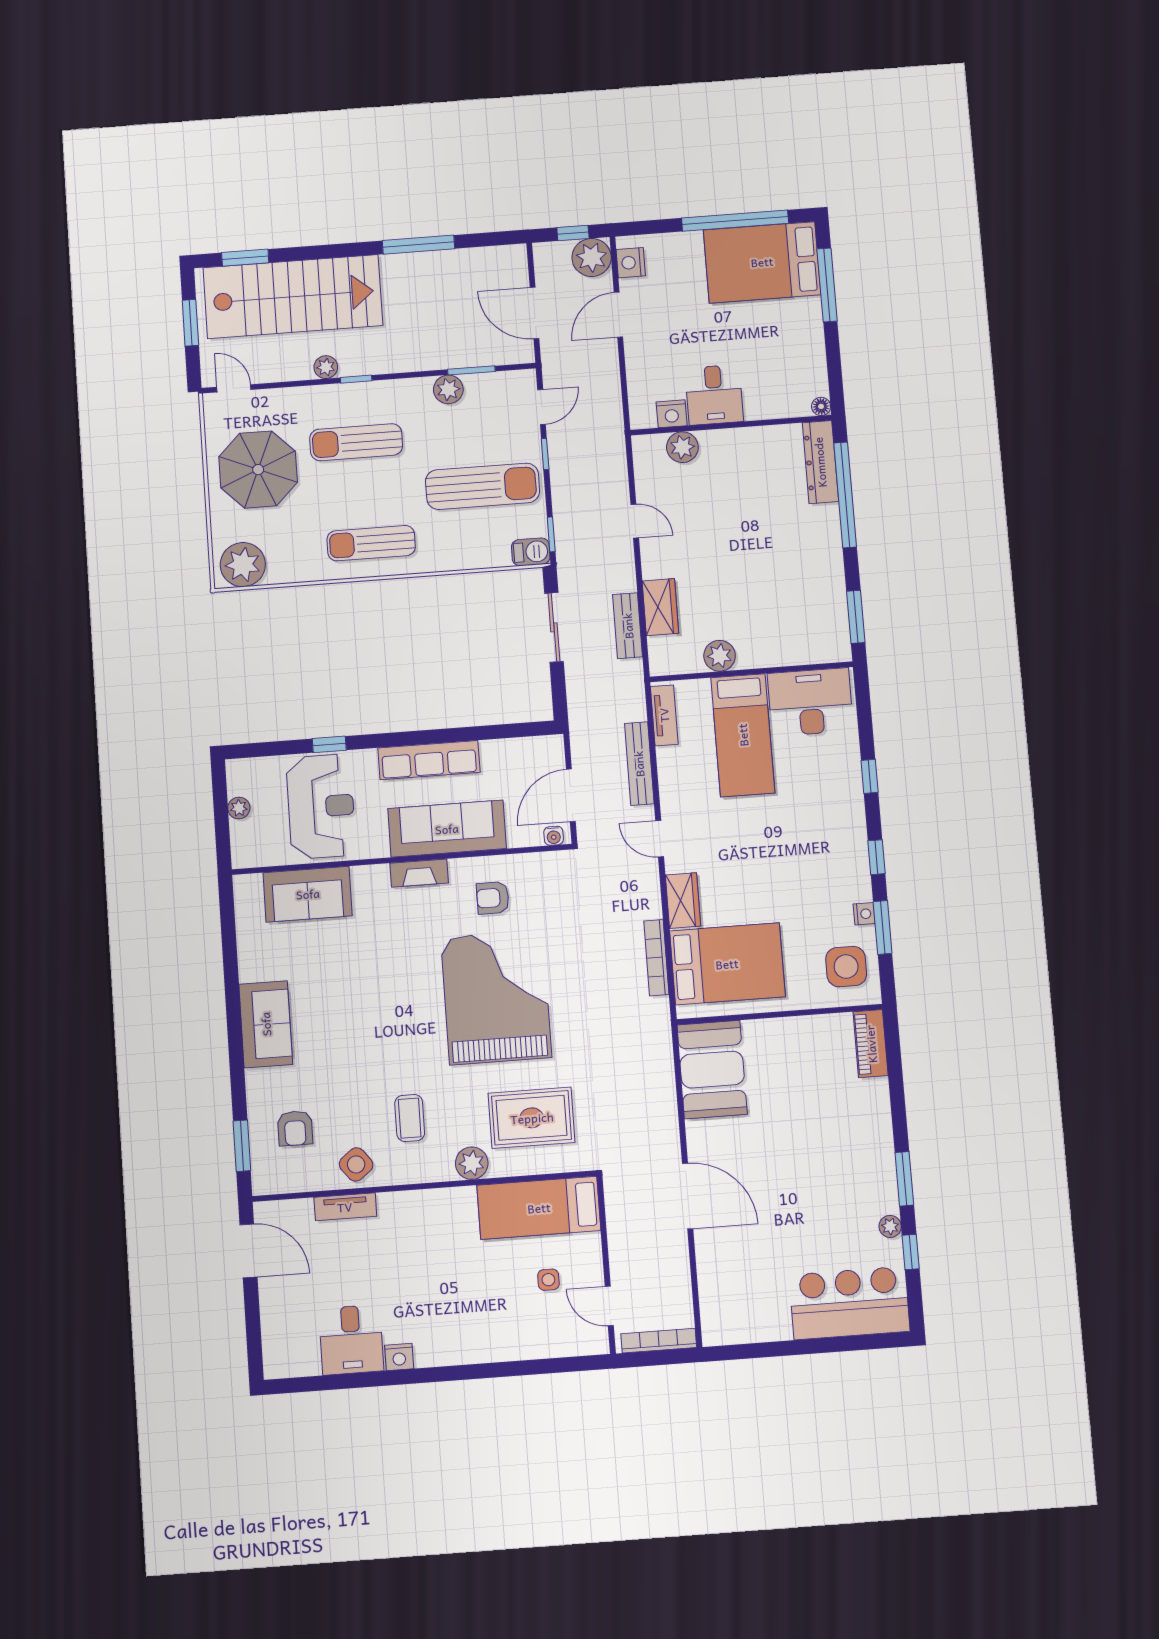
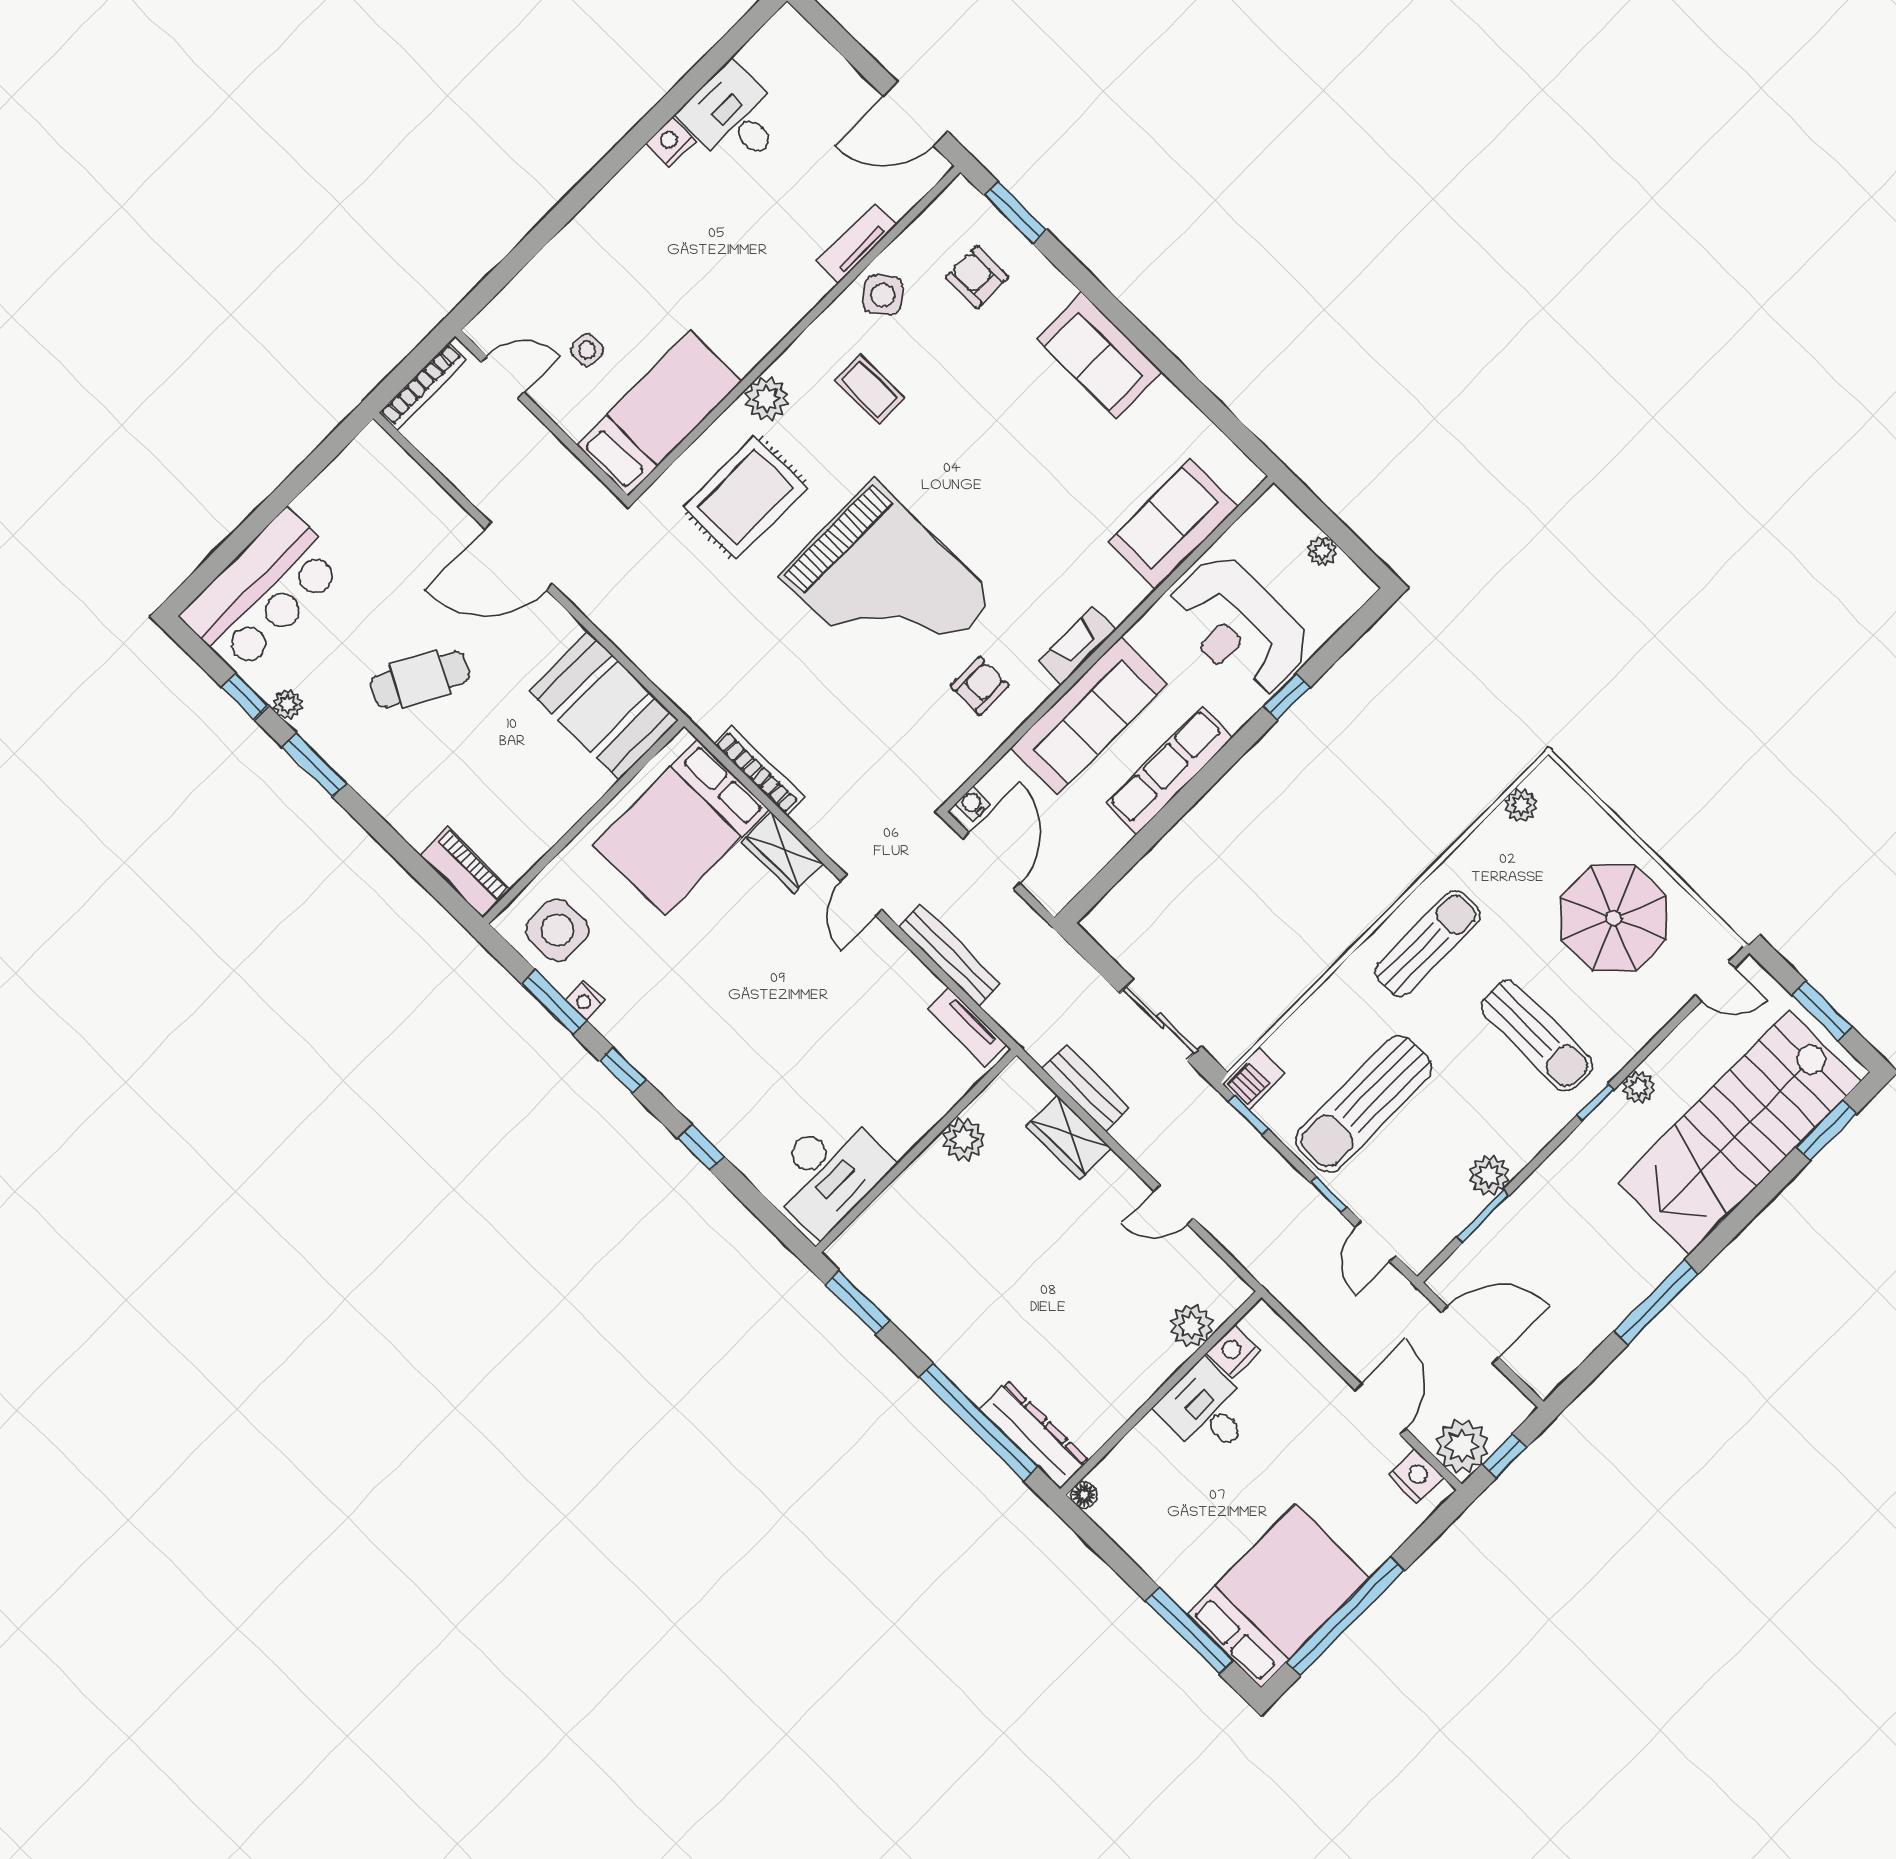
sun lounger: (356, 442) -> (1537, 1036), turned 90
plant: (243, 565) -> (1521, 805), width x0.53, depth x0.53
bed: (743, 735) -> (868, 1077), removed
door: (660, 839) -> (861, 895), swing flipped
cafe table: (803, 1175) -> (420, 679), added

